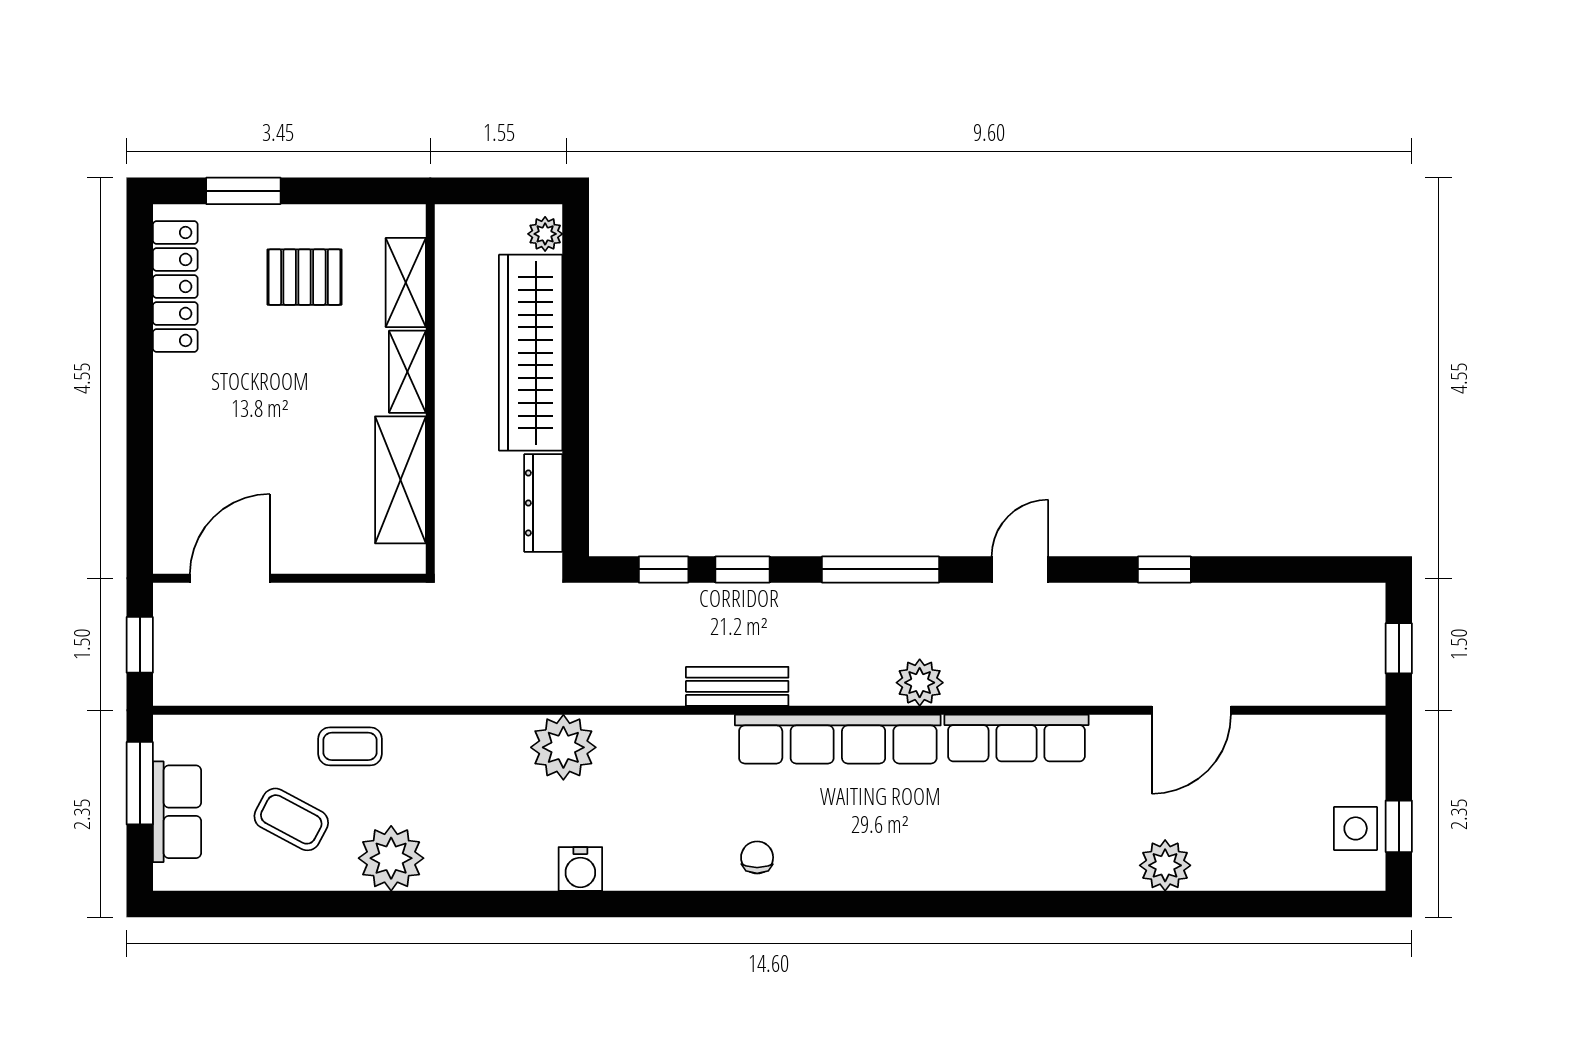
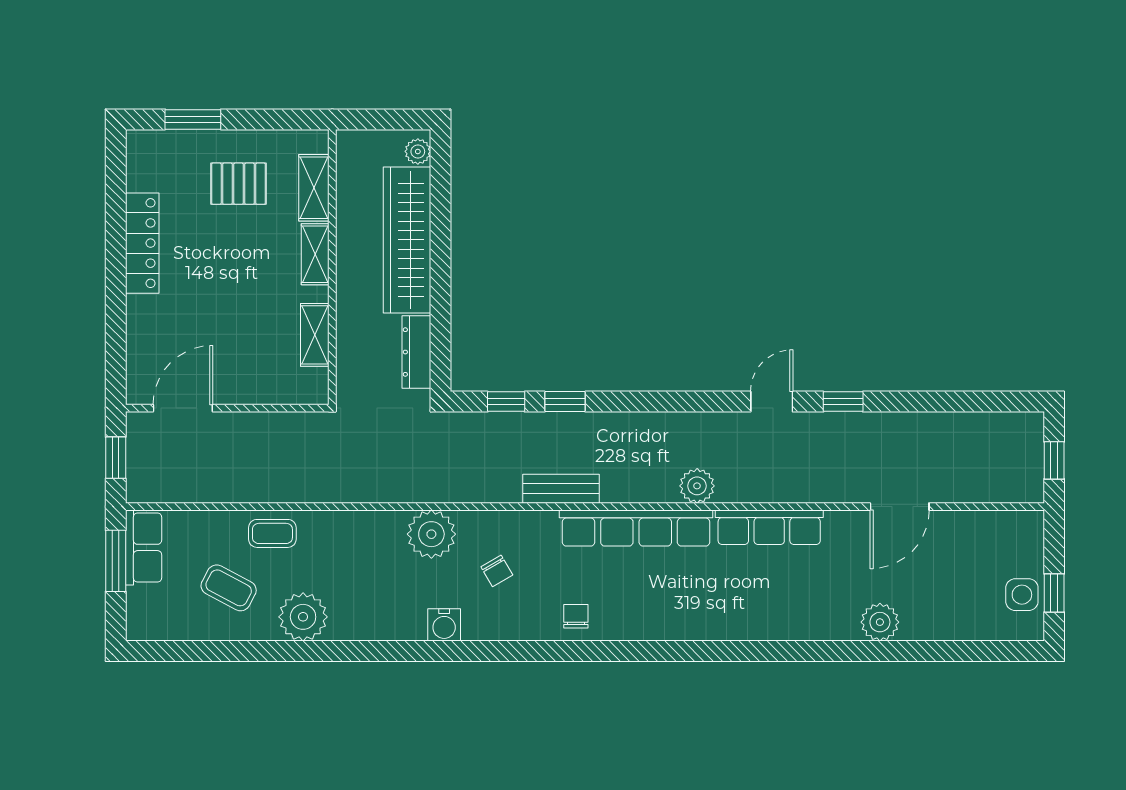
locker: (175, 286) -> (142, 243), moved
shelving: (400, 480) -> (315, 335), width x0.67, depth x0.75
window: (881, 569) -> (668, 402), removed
window: (1164, 569) -> (843, 402), moved
chair: (651, 797) -> (497, 571), added
row of seats: (177, 812) -> (144, 547), moved

